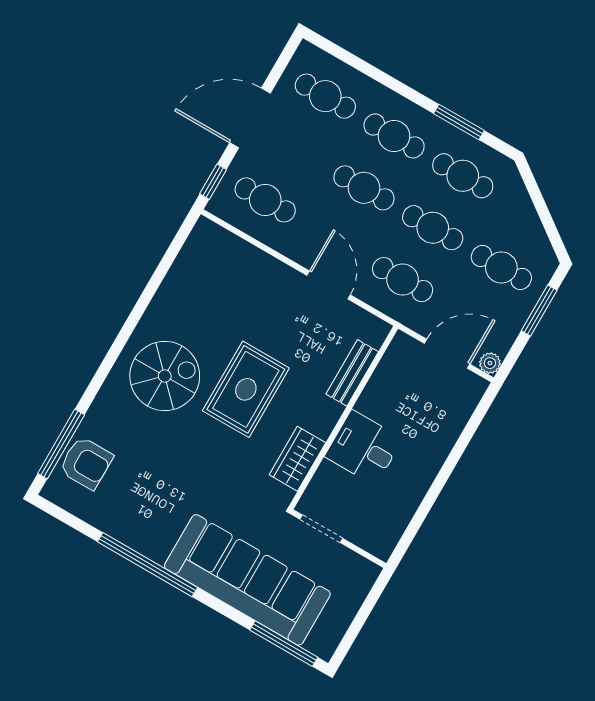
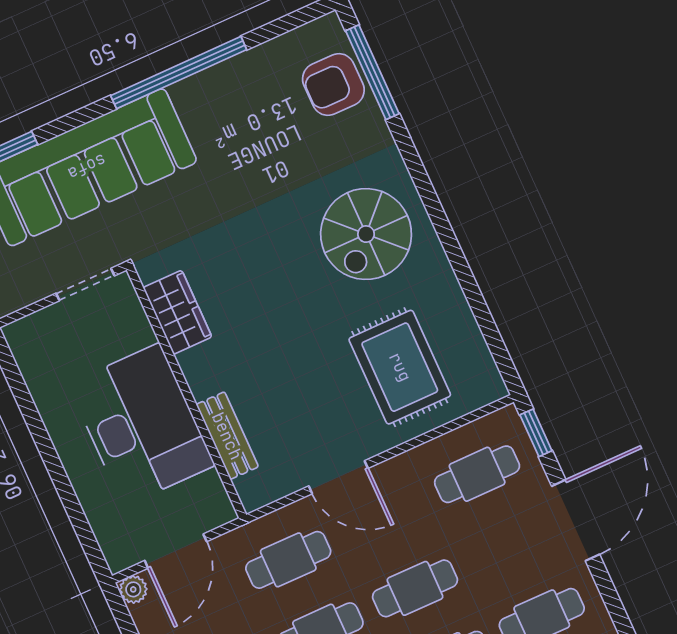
rug: (246, 389) -> (400, 367), moved
desk: (364, 448) -> (141, 425), width x1.87, depth x1.30

